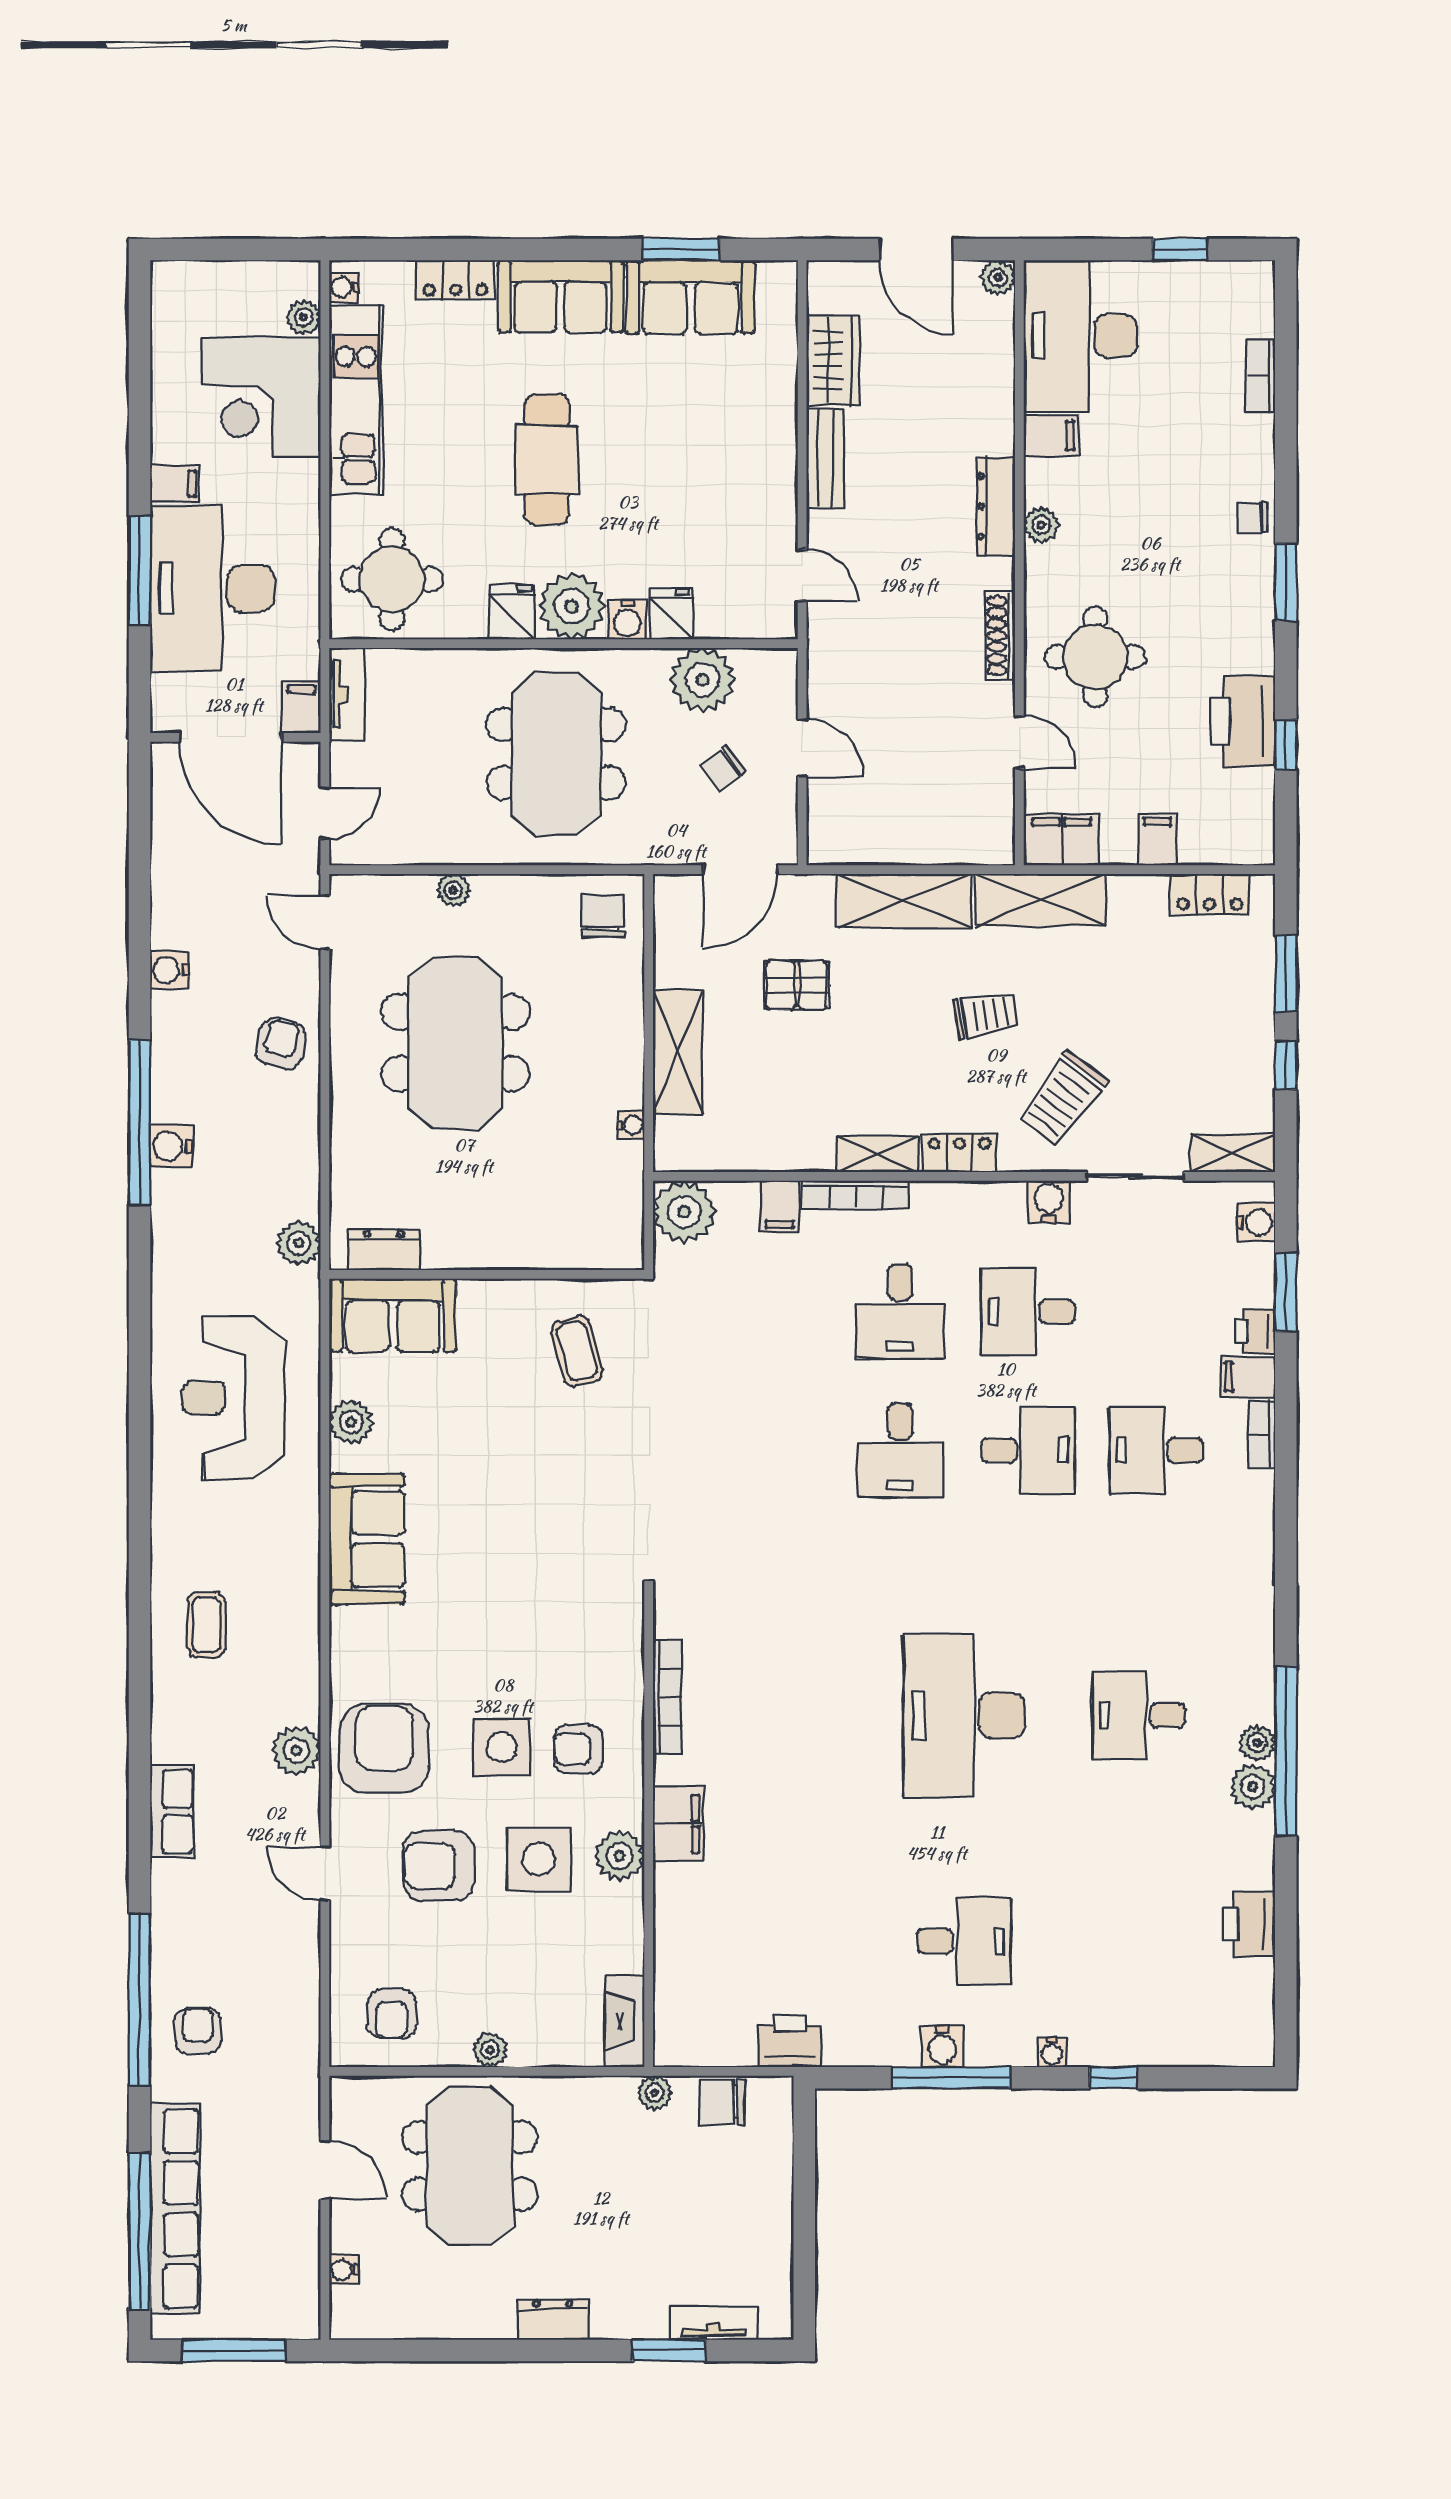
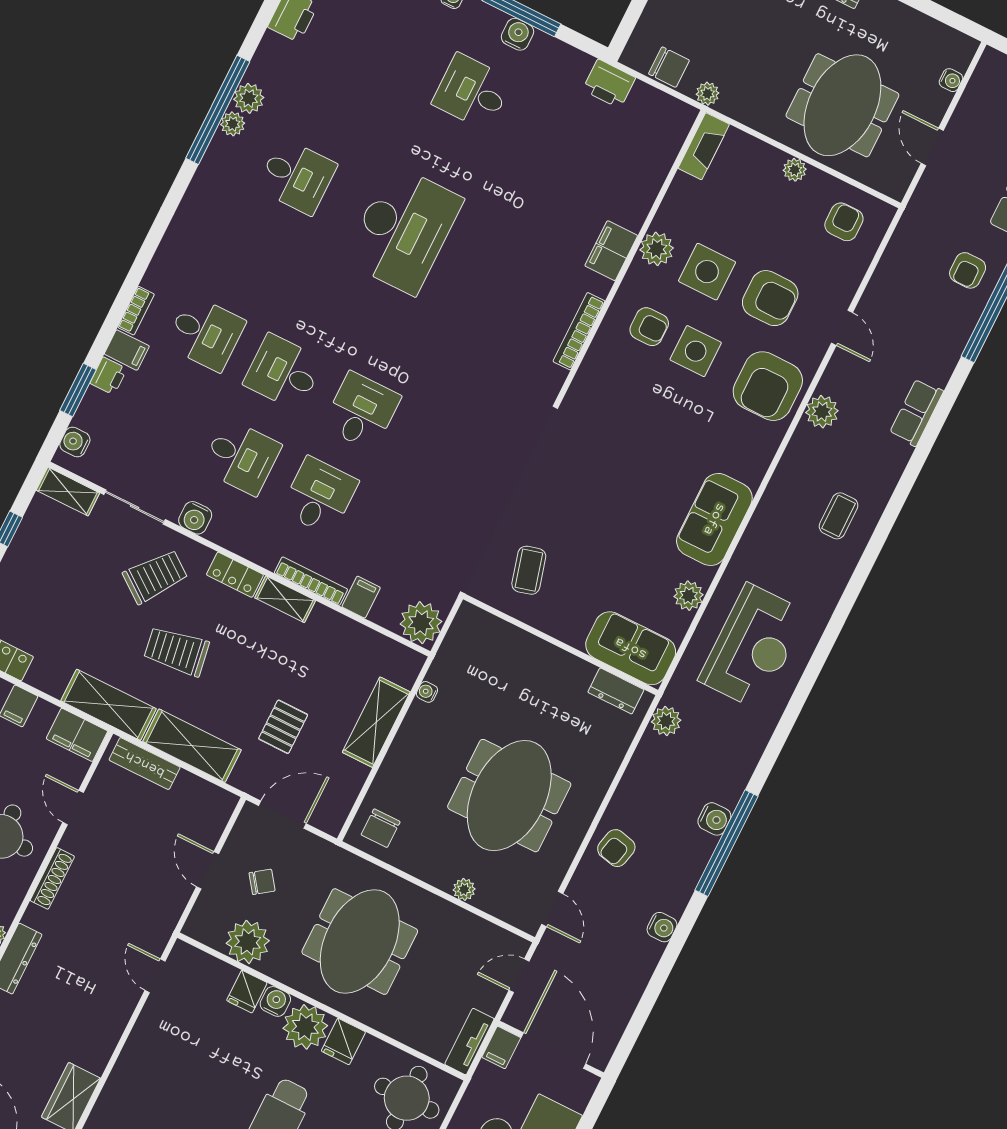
bench: (825, 458) -> (145, 764), moved, turned 90
pallet: (797, 985) -> (283, 727), turned 90
trolley: (986, 1015) -> (177, 651), width x1.36, depth x1.39

